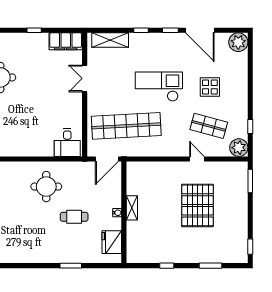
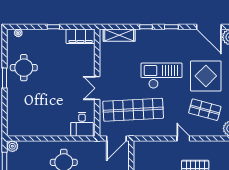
door: (200, 30) -> (209, 27), moved
double door: (85, 78) -> (97, 88), moved
display table: (210, 87) -> (206, 76), width x1.86, depth x1.86
door: (197, 159) -> (183, 138), moved

